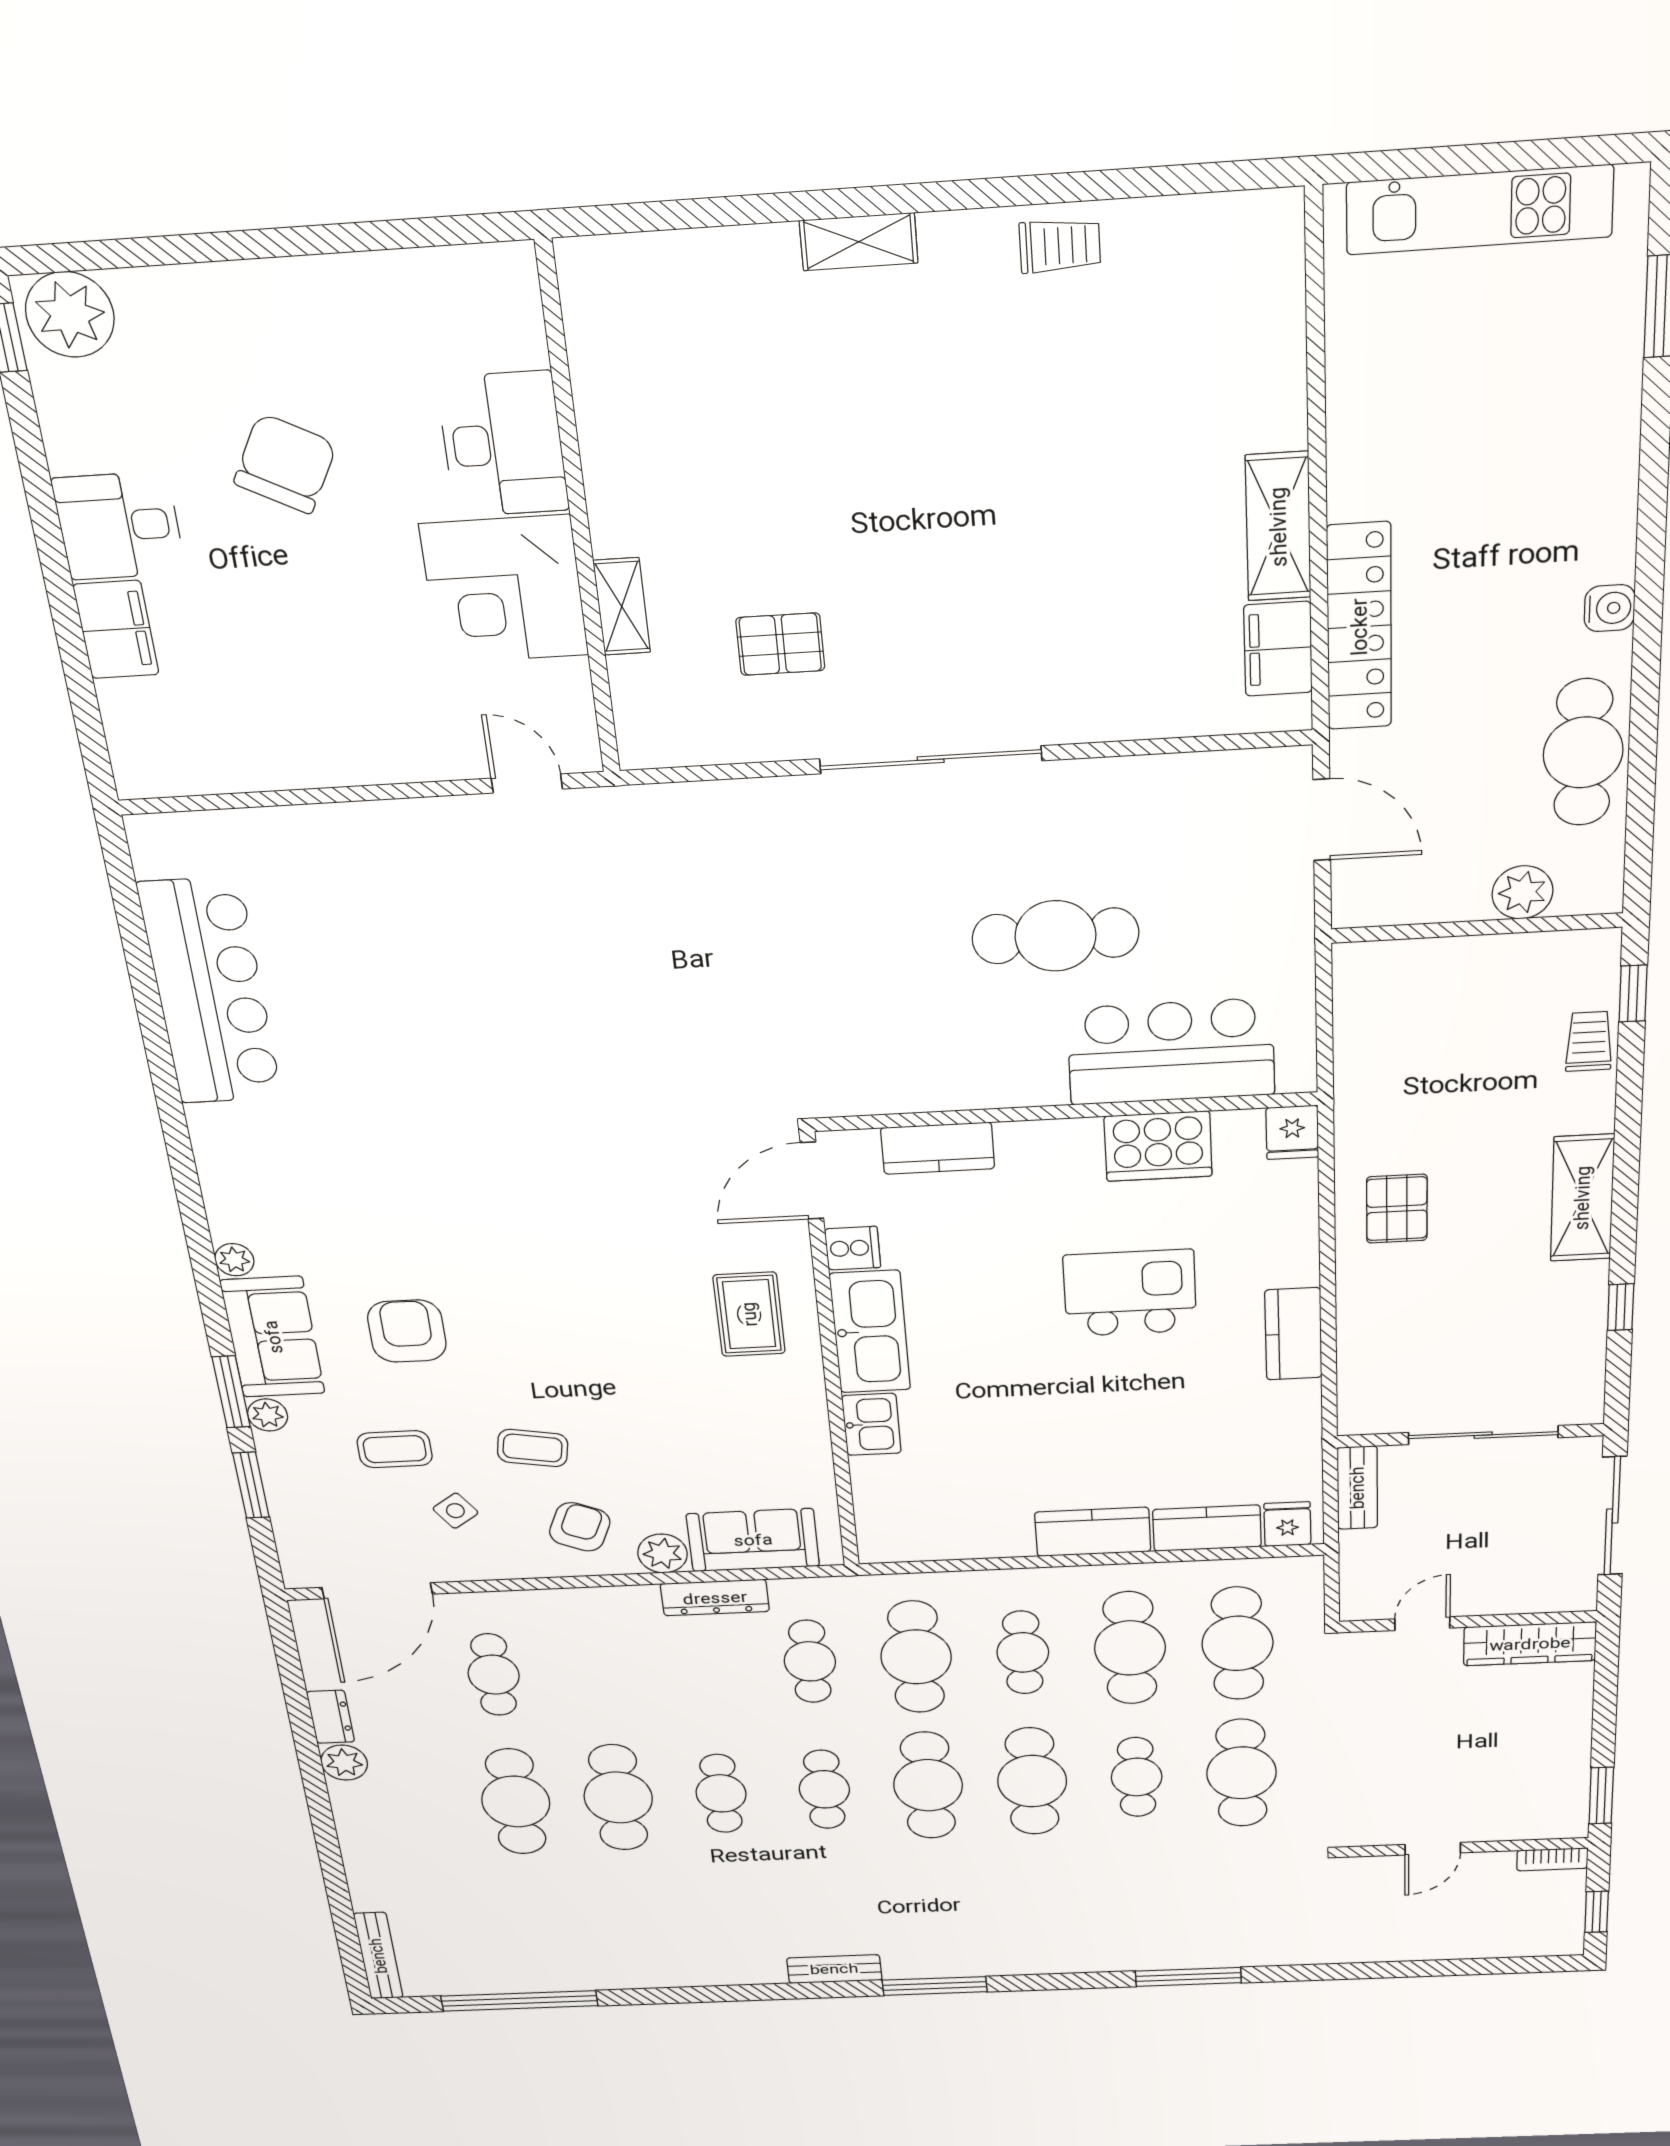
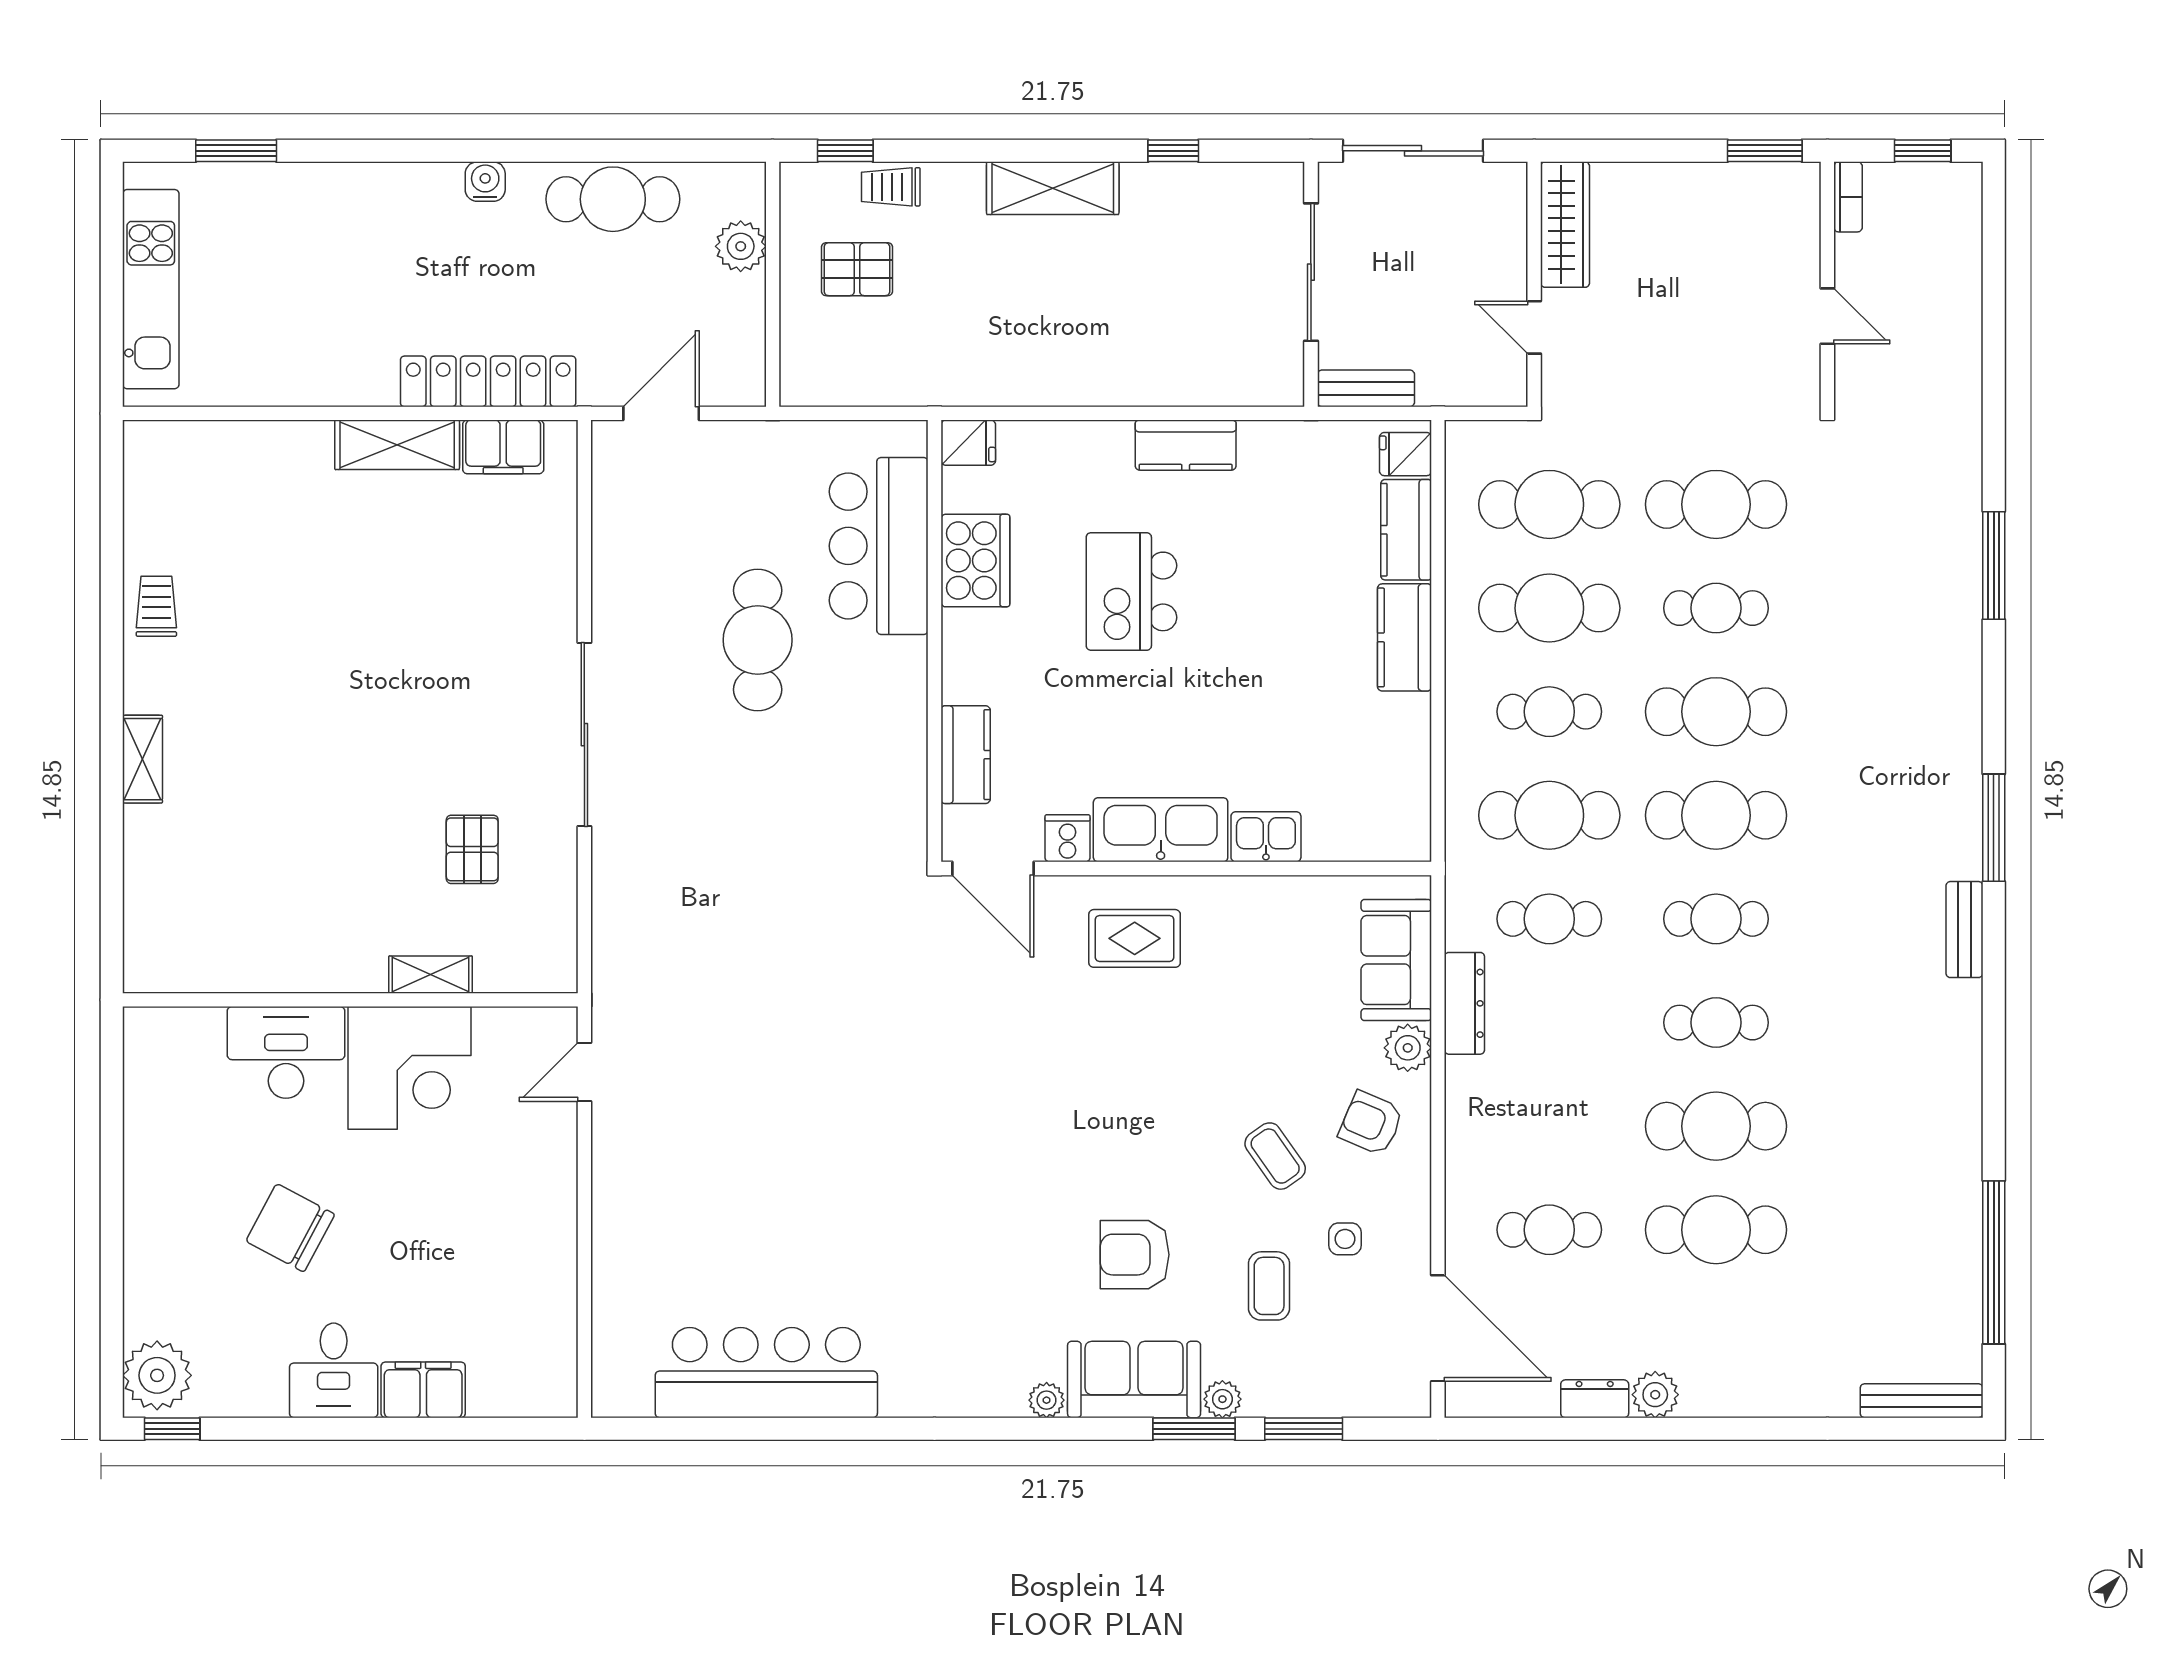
pallet: (1397, 1209) -> (857, 269), moved
coffee table: (533, 1448) -> (1275, 1156), turned -45
side table: (455, 1511) -> (1345, 1239), turned 35

